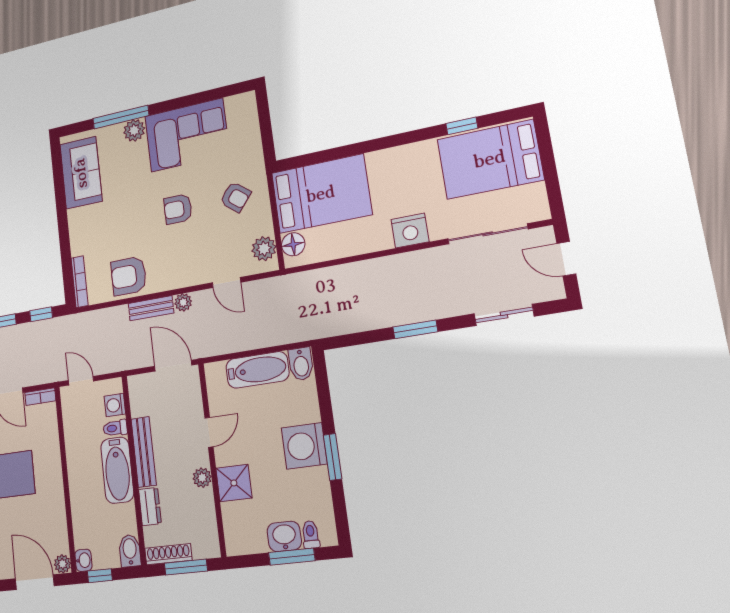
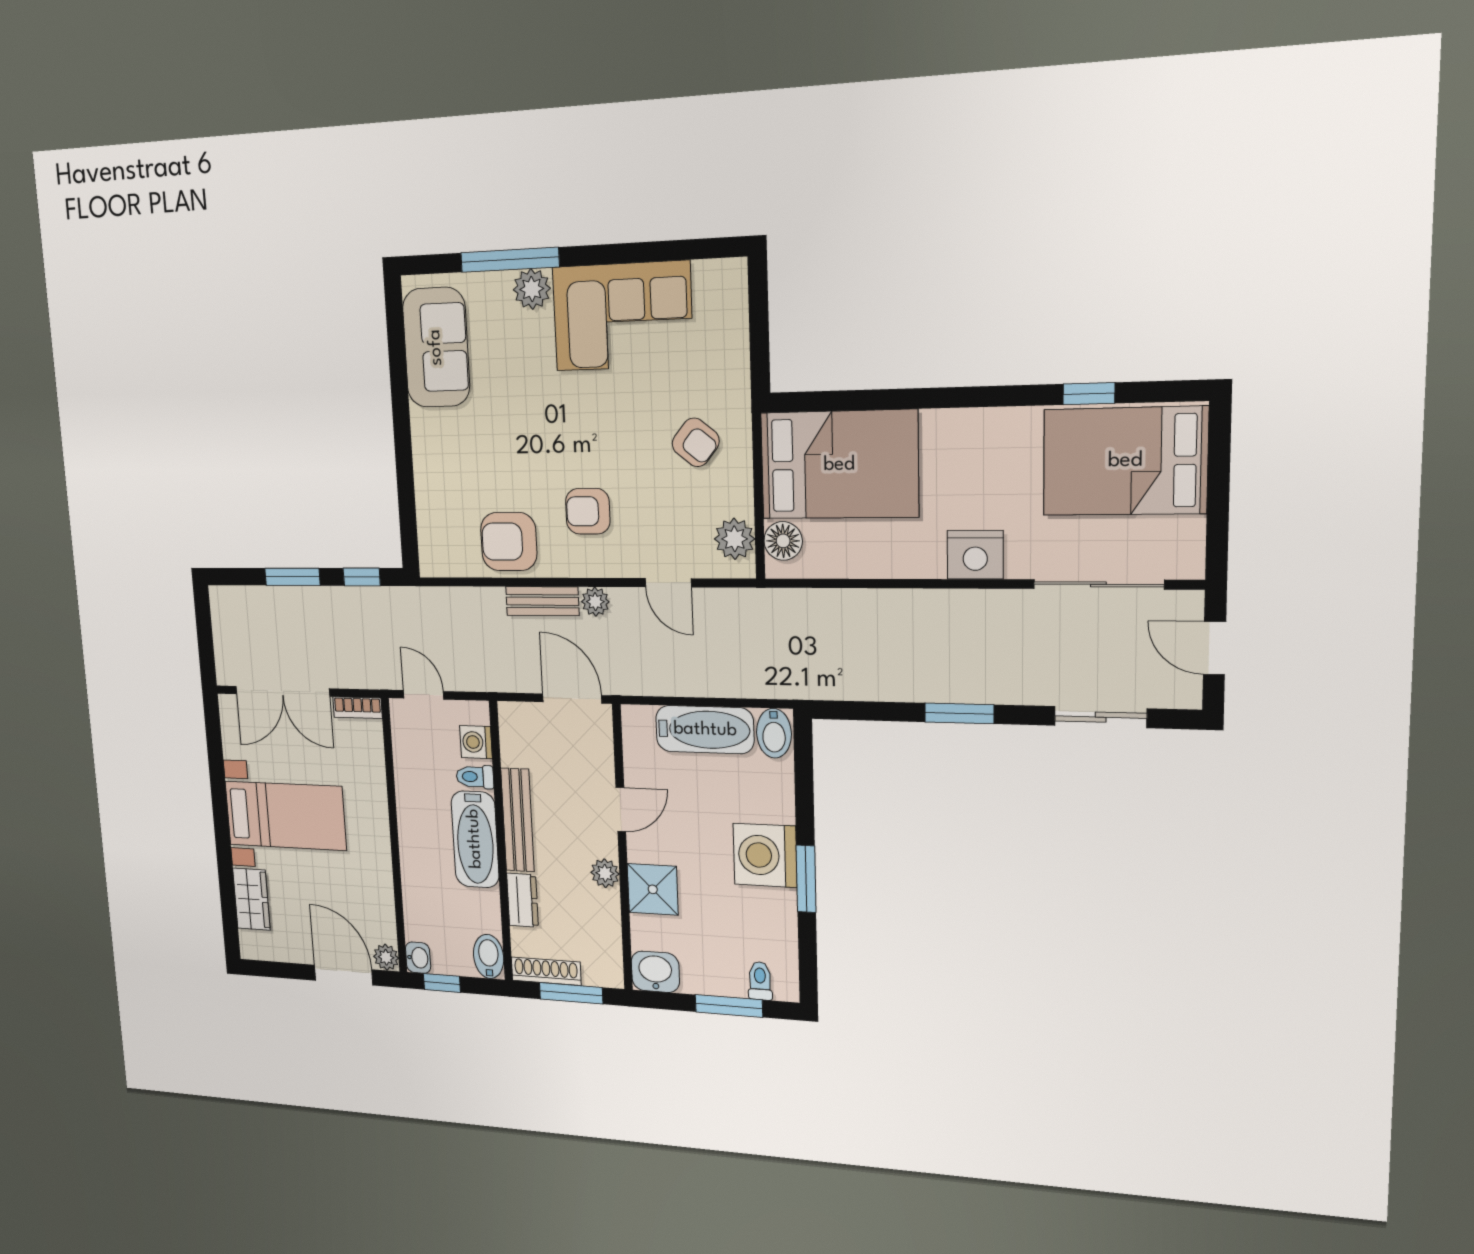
armchair: (178, 209) -> (588, 511), moved
bookcase: (80, 282) -> (427, 535), removed
washbasin: (284, 536) -> (655, 972), moved

